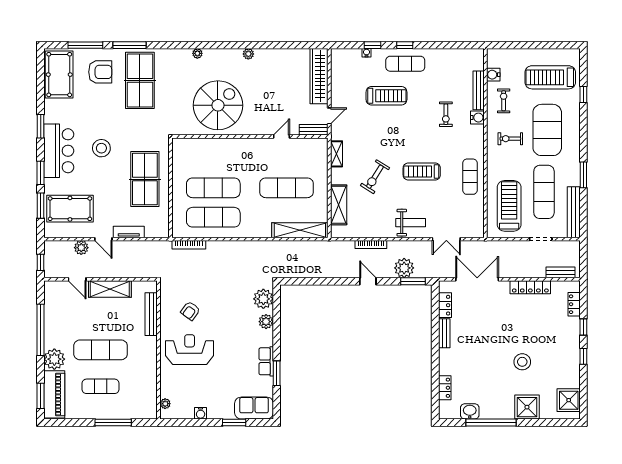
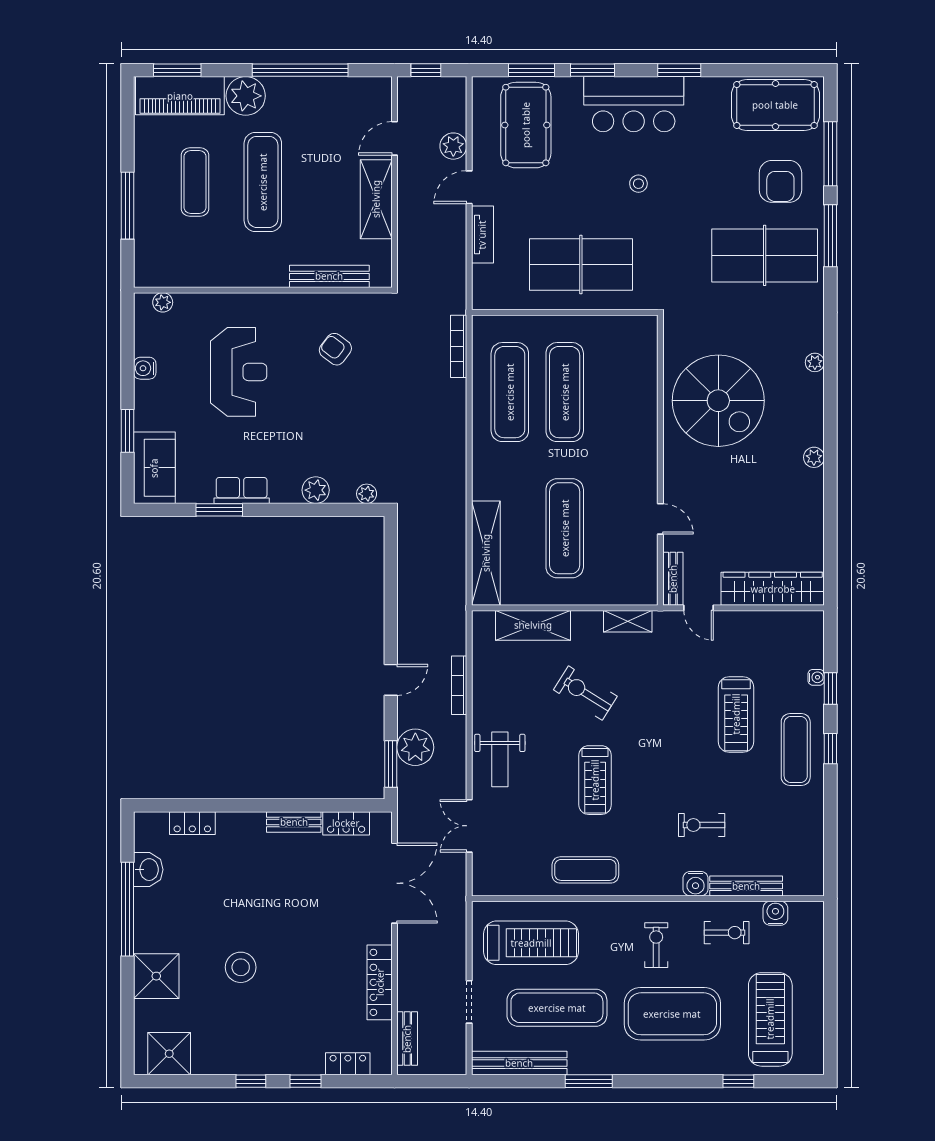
stool: (101, 148) -> (638, 184), width x0.53, depth x0.53
treadmill: (422, 171) -> (595, 780), turned 180
plant: (263, 299) -> (367, 494), width x0.53, depth x0.53
reception desk: (190, 350) -> (239, 372), moved

